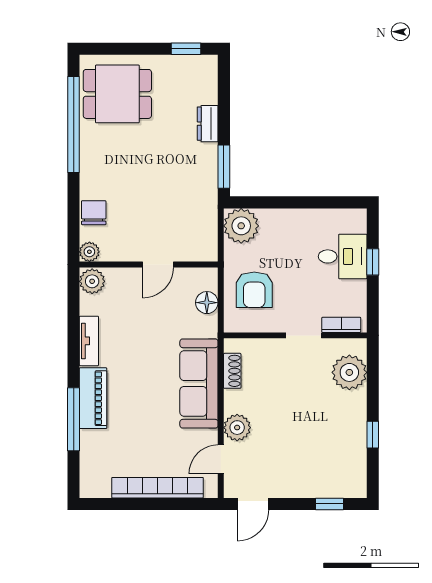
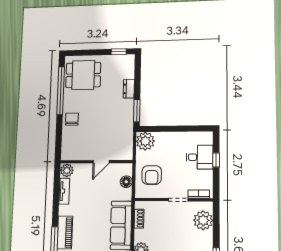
chair: (94, 213) -> (72, 119), moved
plant: (89, 252) -> (66, 155), removed
tv unit: (89, 341) -> (64, 191), moved

